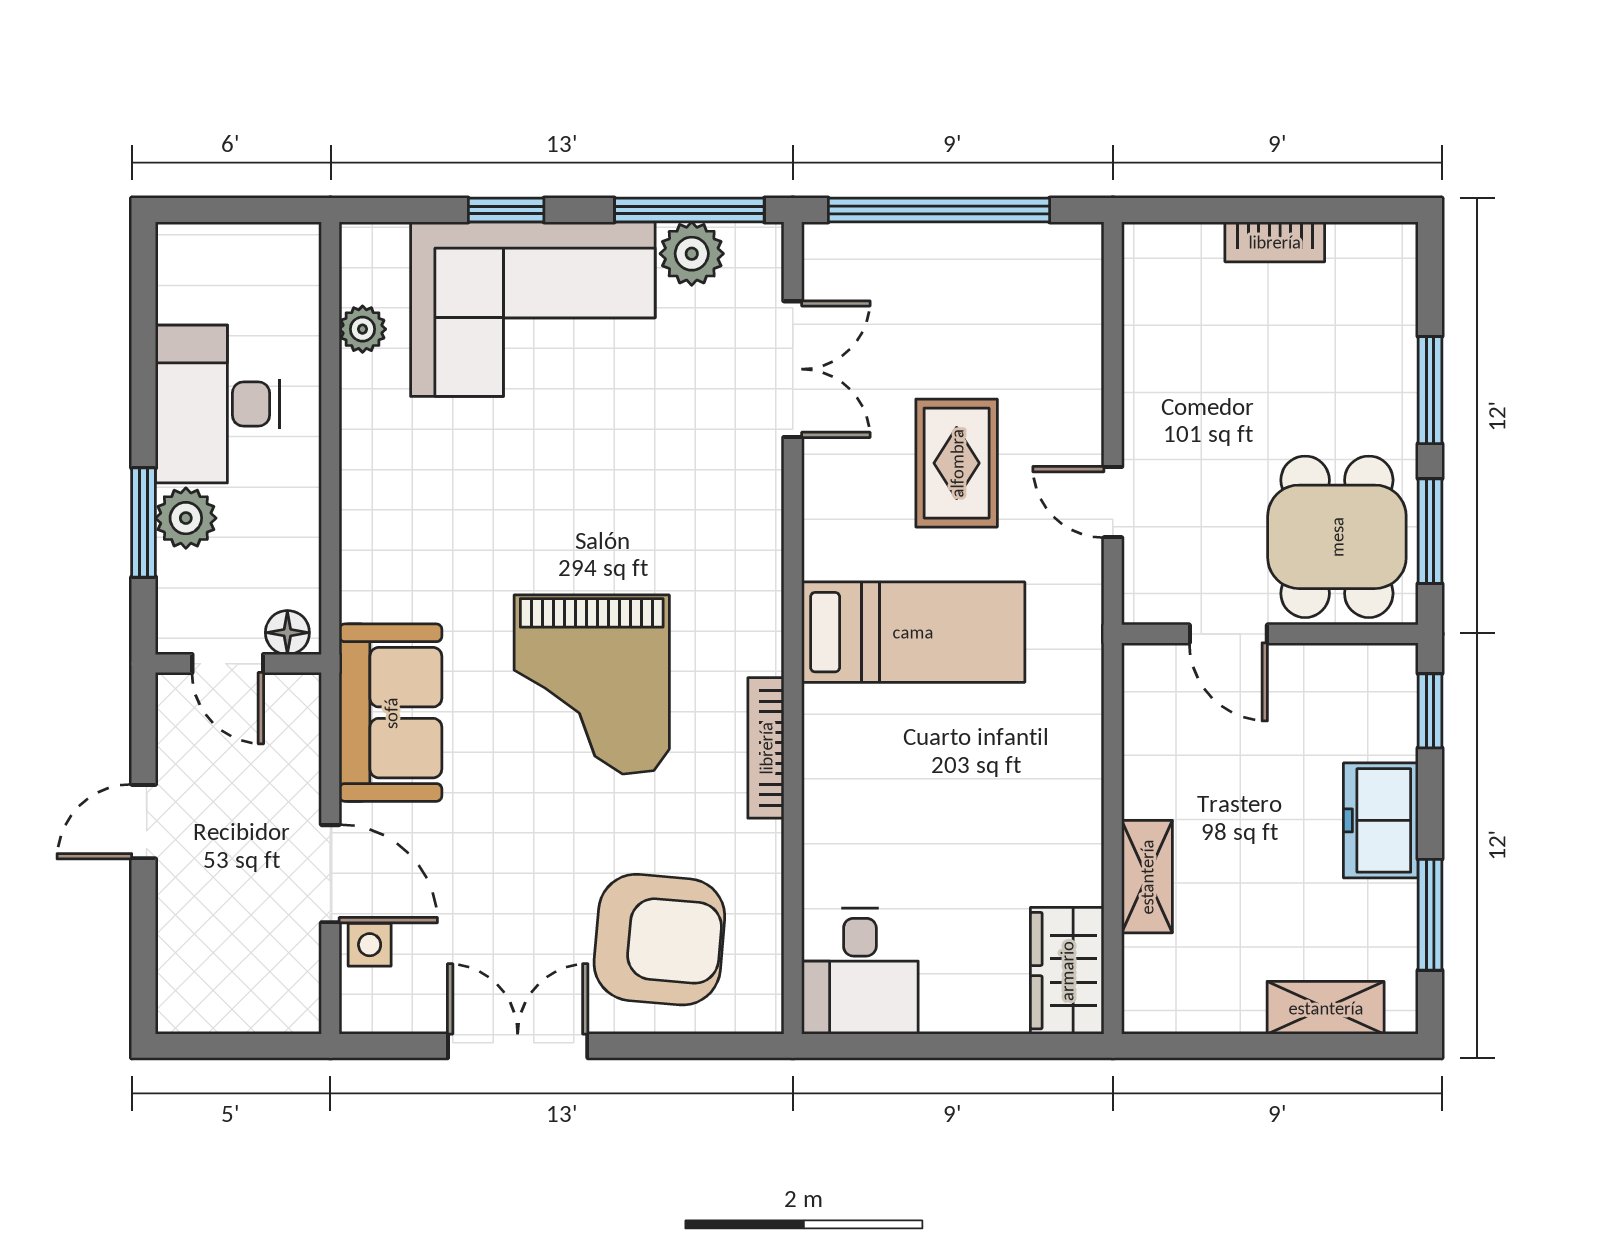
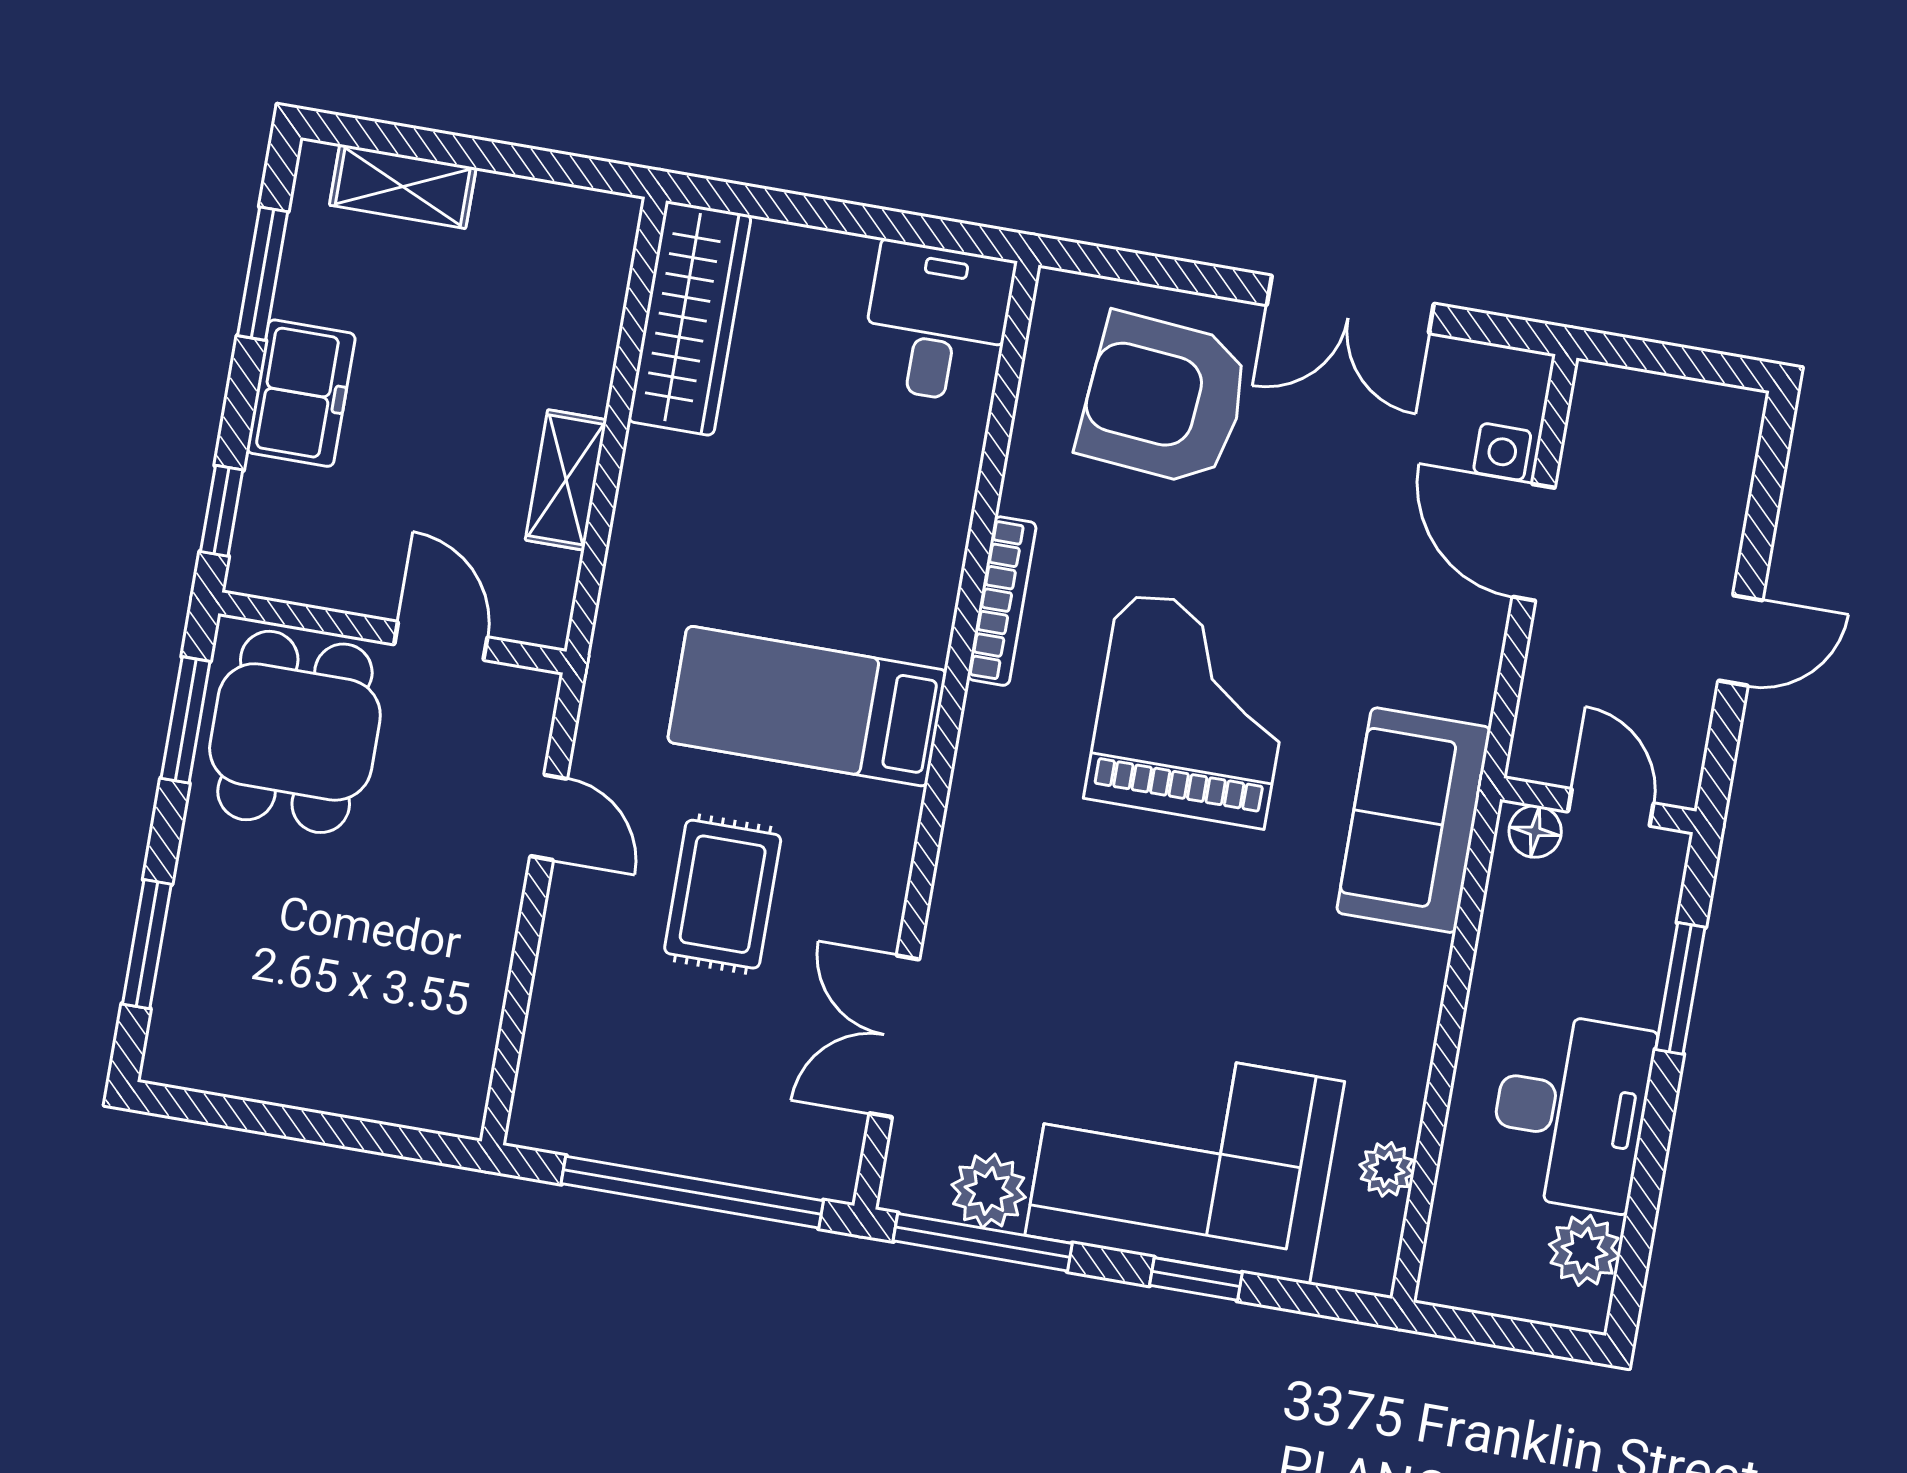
bookcase: (1275, 242) -> (308, 1088), removed
window: (1430, 390) -> (147, 944), moved
plant: (186, 518) -> (1584, 1250), moved
sofa: (391, 713) -> (1414, 820), moved
shelving: (1147, 877) -> (566, 480), moved
wardrobe: (1067, 971) -> (690, 318), width x1.50

